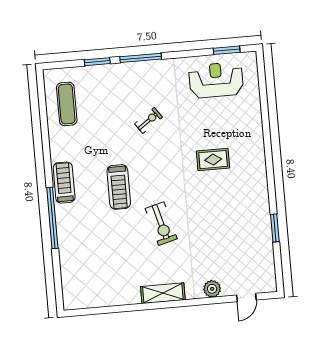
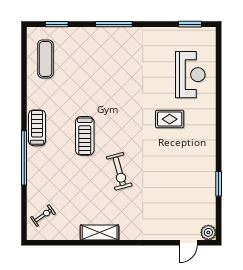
window: (97, 62) -> (57, 24), moved
reception desk: (216, 80) -> (190, 75), moved, turned 90
exercise bike: (149, 121) -> (43, 216), moved
plant: (212, 289) -> (208, 232), moved
shelving: (163, 293) -> (100, 232), moved

